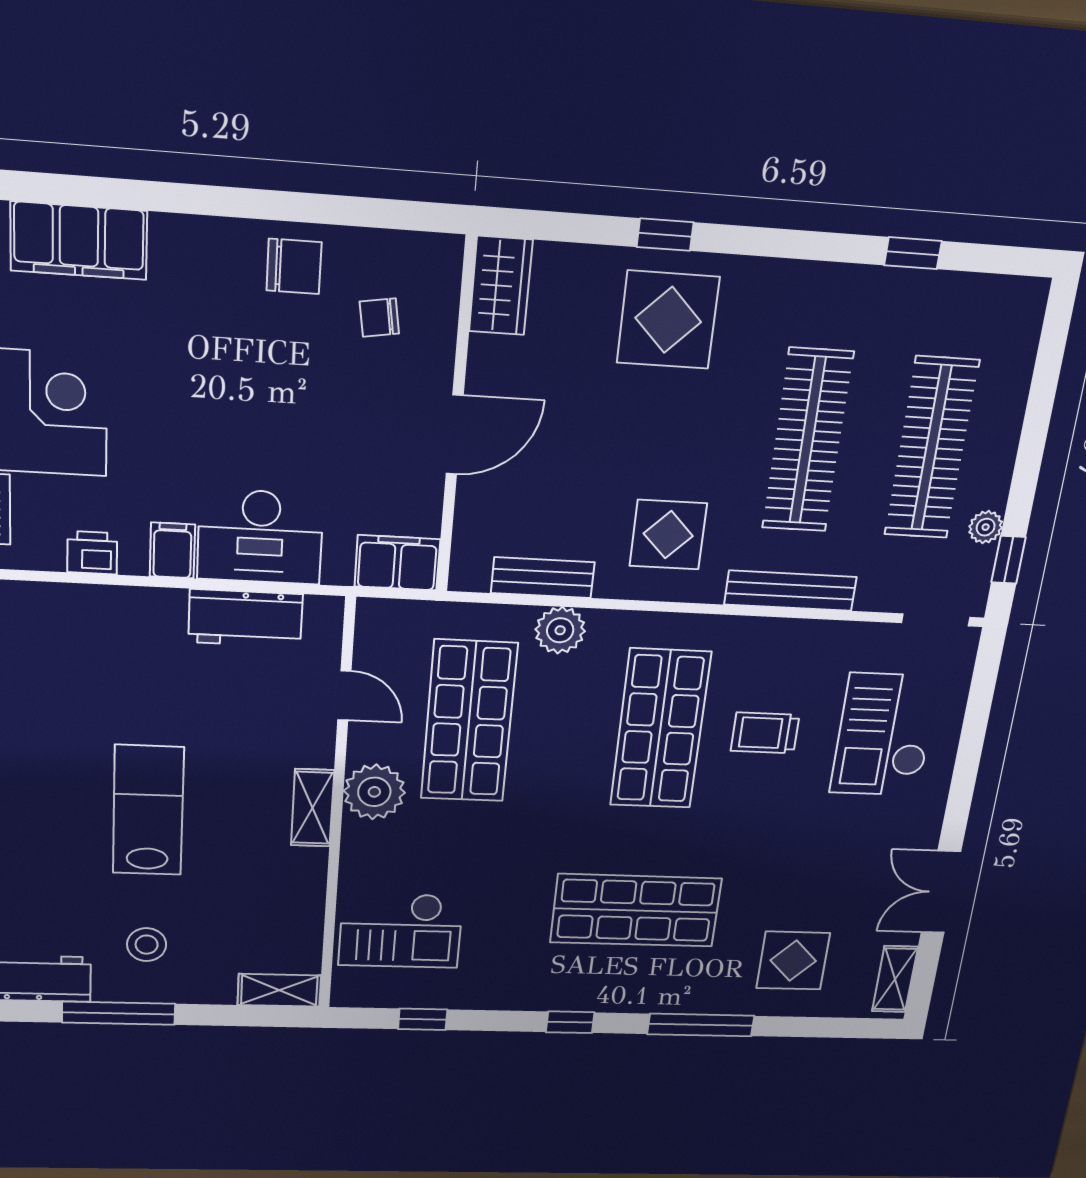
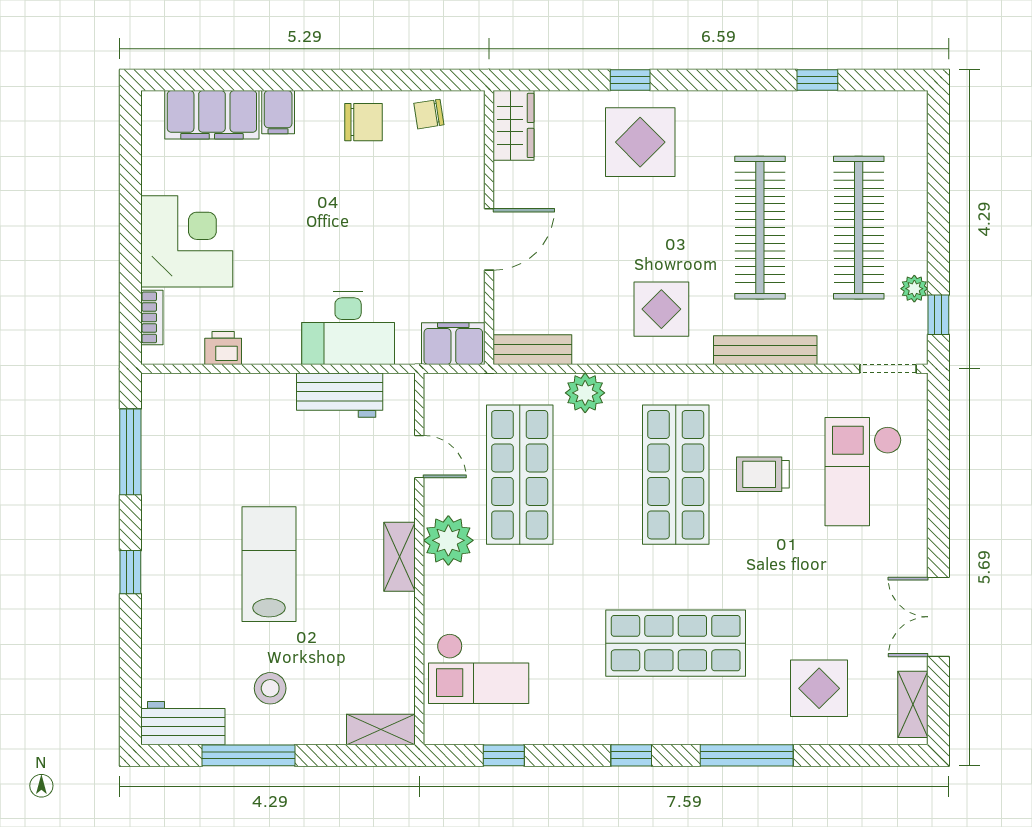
chair: (379, 318) -> (429, 114), moved
filing cabinet: (172, 550) -> (278, 112), moved, turned 180
bench: (543, 578) -> (532, 350), moved

